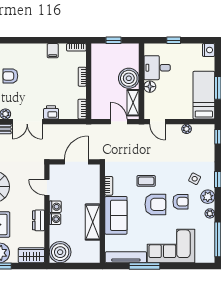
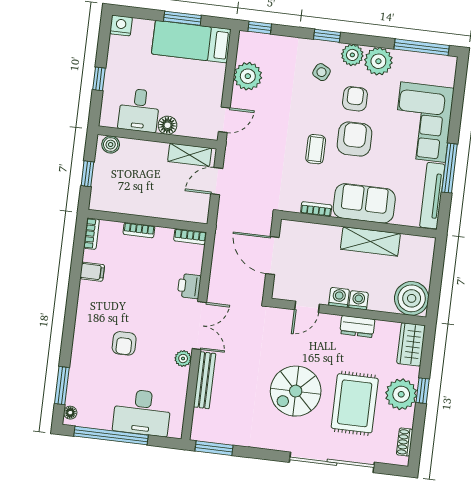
boiler: (129, 78) -> (111, 145), moved, width x0.54, depth x0.54
plant: (187, 129) -> (248, 76), width x1.88, depth x1.88
plant: (210, 213) -> (378, 61), width x1.88, depth x1.88

